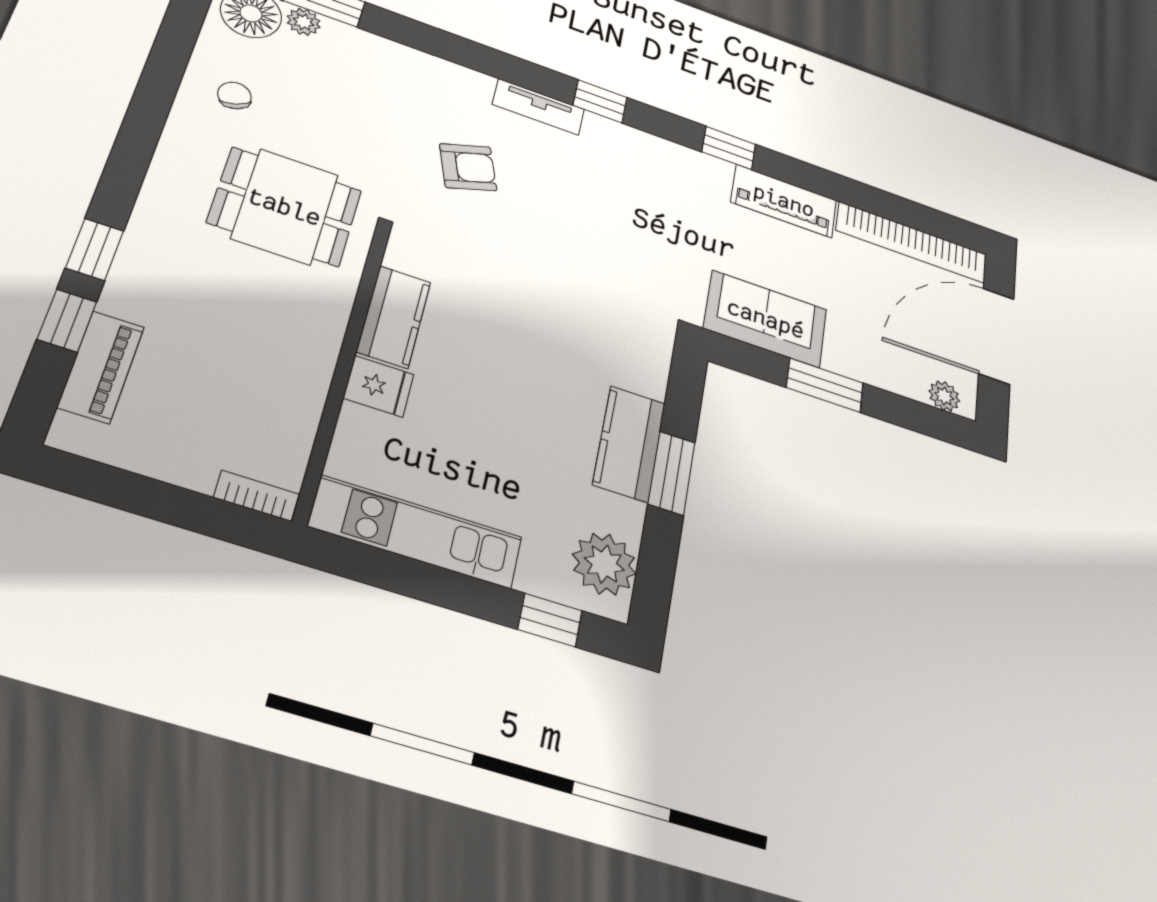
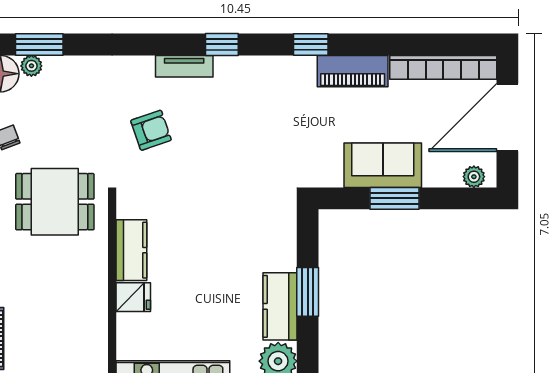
sofa: (766, 319) -> (383, 165), moved
kitchen counter: (629, 444) -> (280, 306), moved

